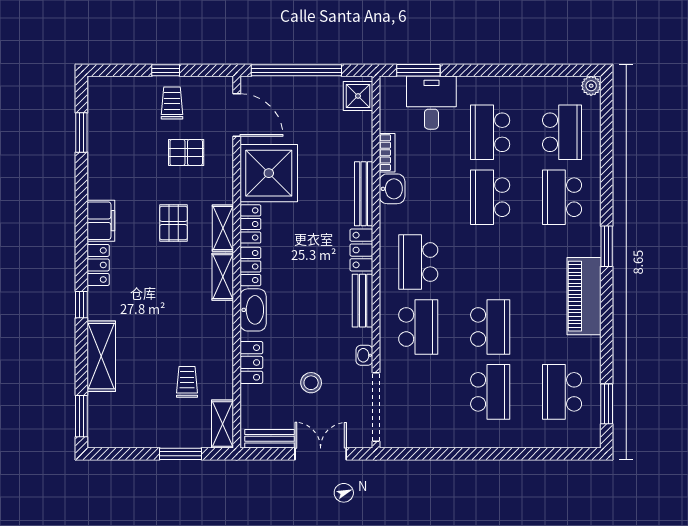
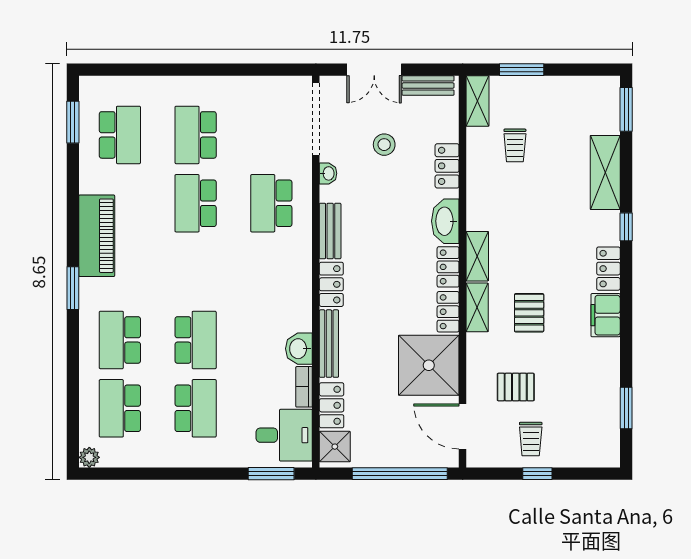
desk: (431, 103) -> (284, 435), moved, turned -90
locker: (361, 135) -> (332, 405), added
school desk: (562, 197) -> (120, 340), turned 180
school desk: (418, 262) -> (271, 272), removed

